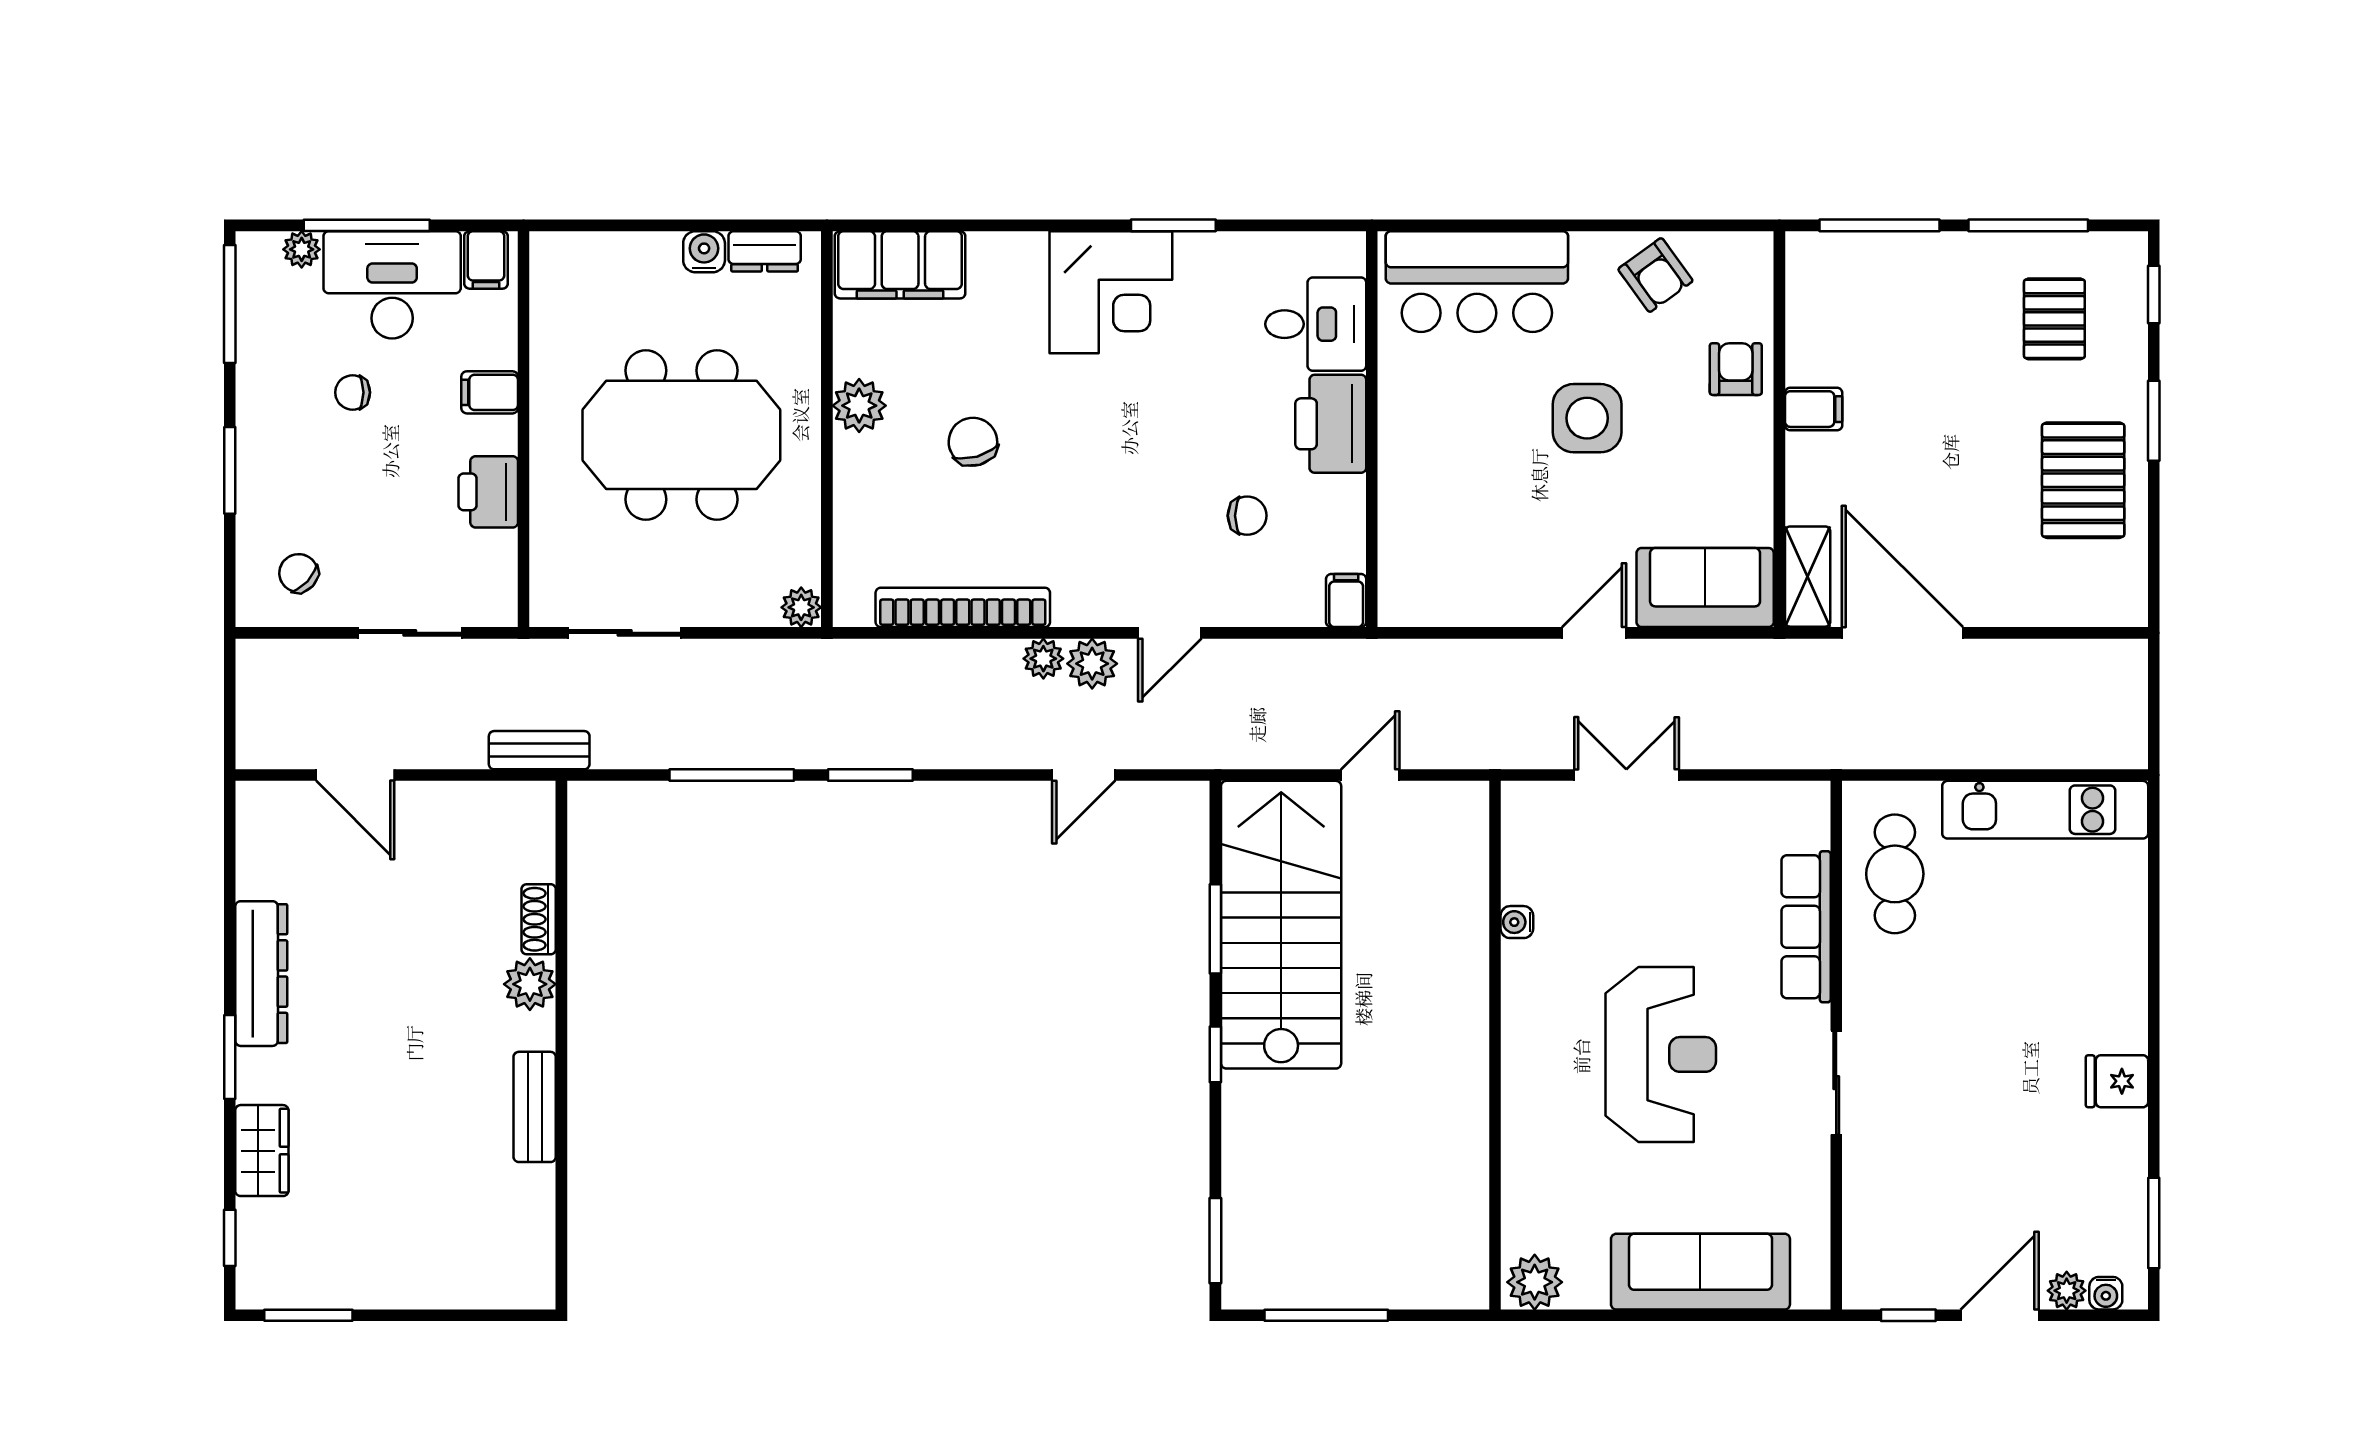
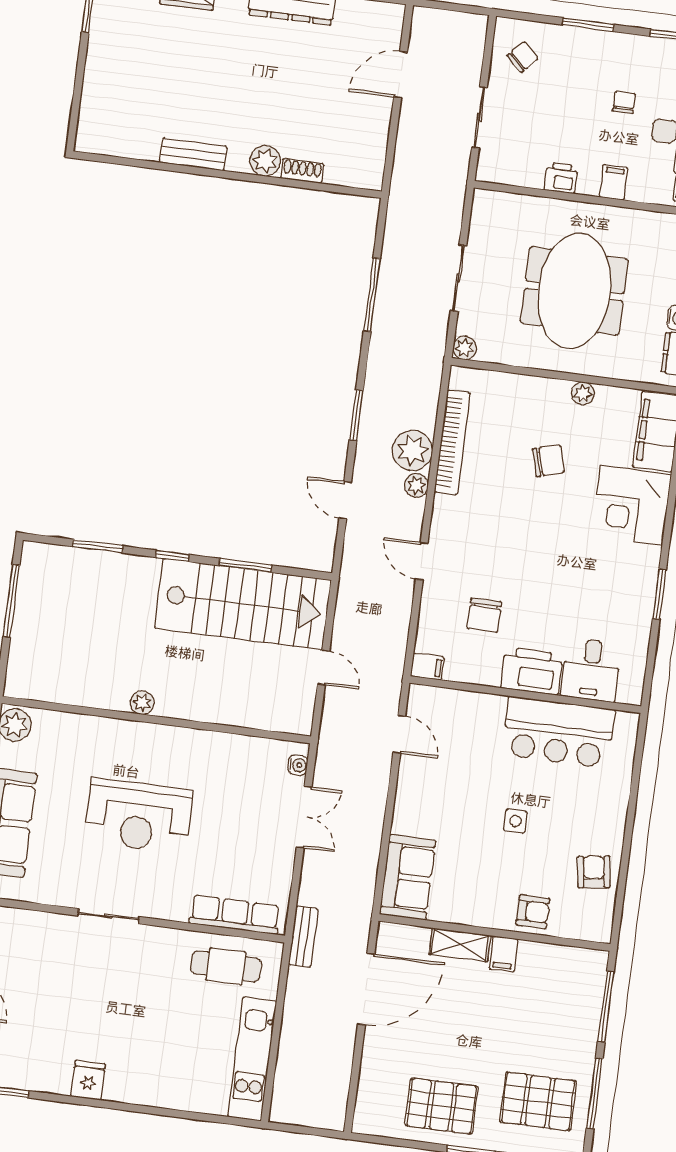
armchair: (1655, 275) -> (594, 872), turned 118
bar counter: (1477, 282) -> (558, 732), moved, turned -90
corner desk: (1111, 292) -> (631, 505), moved
pallet: (2054, 319) -> (538, 1101), width x1.50, depth x1.42
plant: (859, 406) -> (583, 393), width x0.73, depth x0.73
side table: (1587, 418) -> (515, 821), width x0.54, depth x0.54
printer: (488, 492) -> (561, 178), width x0.73, depth x0.81
chair: (1247, 516) -> (484, 615), width x1.37, depth x1.37
shelving: (1808, 577) -> (460, 945), moved
sliding door: (625, 633) -> (458, 278), moved
door: (1594, 633) -> (399, 734), moved
plant: (1092, 664) -> (412, 450), moved, width x1.36, depth x1.36
bench: (539, 750) -> (303, 937), moved
window: (870, 775) -> (356, 415), moved
water cooler: (1517, 922) -> (298, 765), moved, turned 90
row of seats: (1806, 927) -> (235, 915), moved
plant: (1469, 1073) -> (142, 703), added
window: (1215, 1241) -> (98, 546), moved

